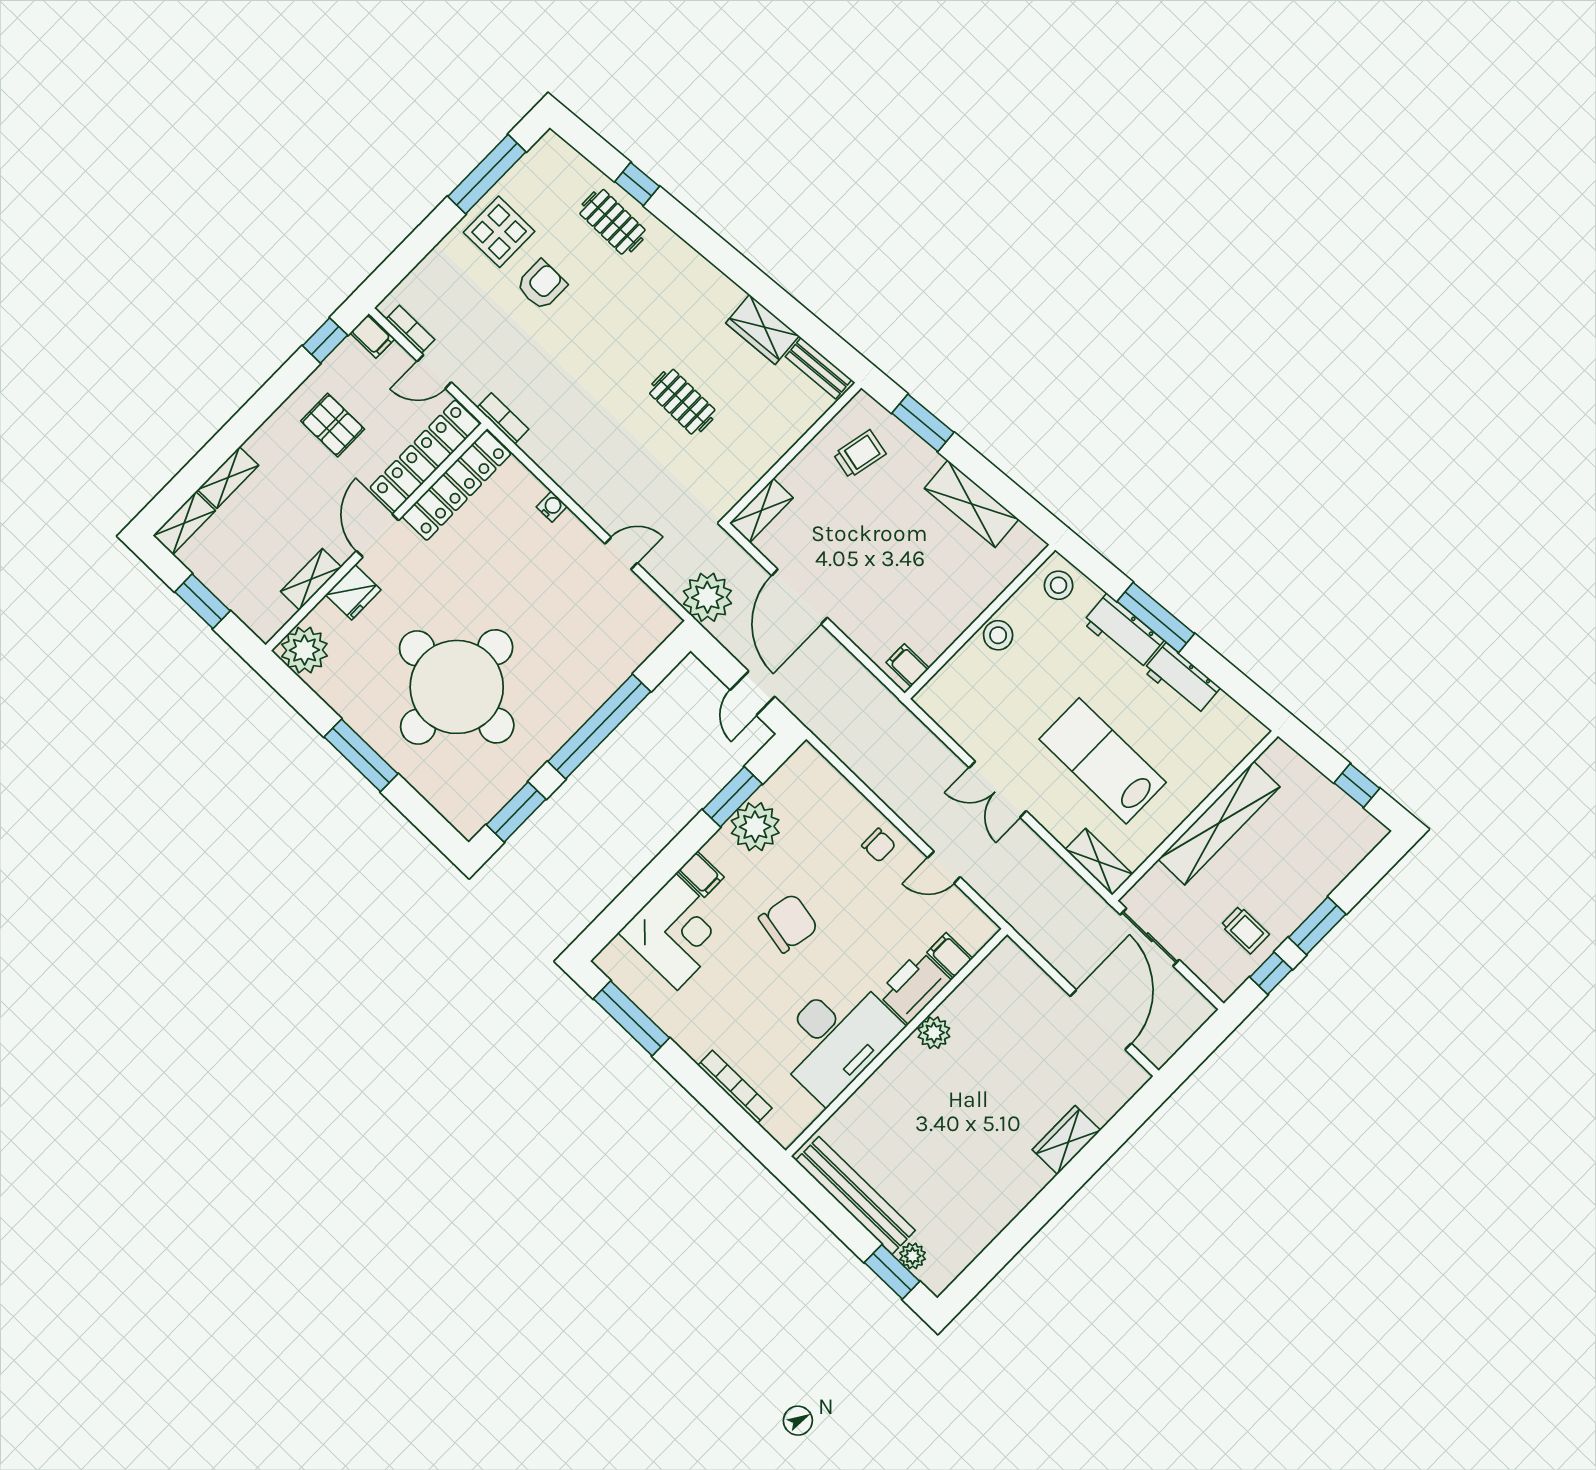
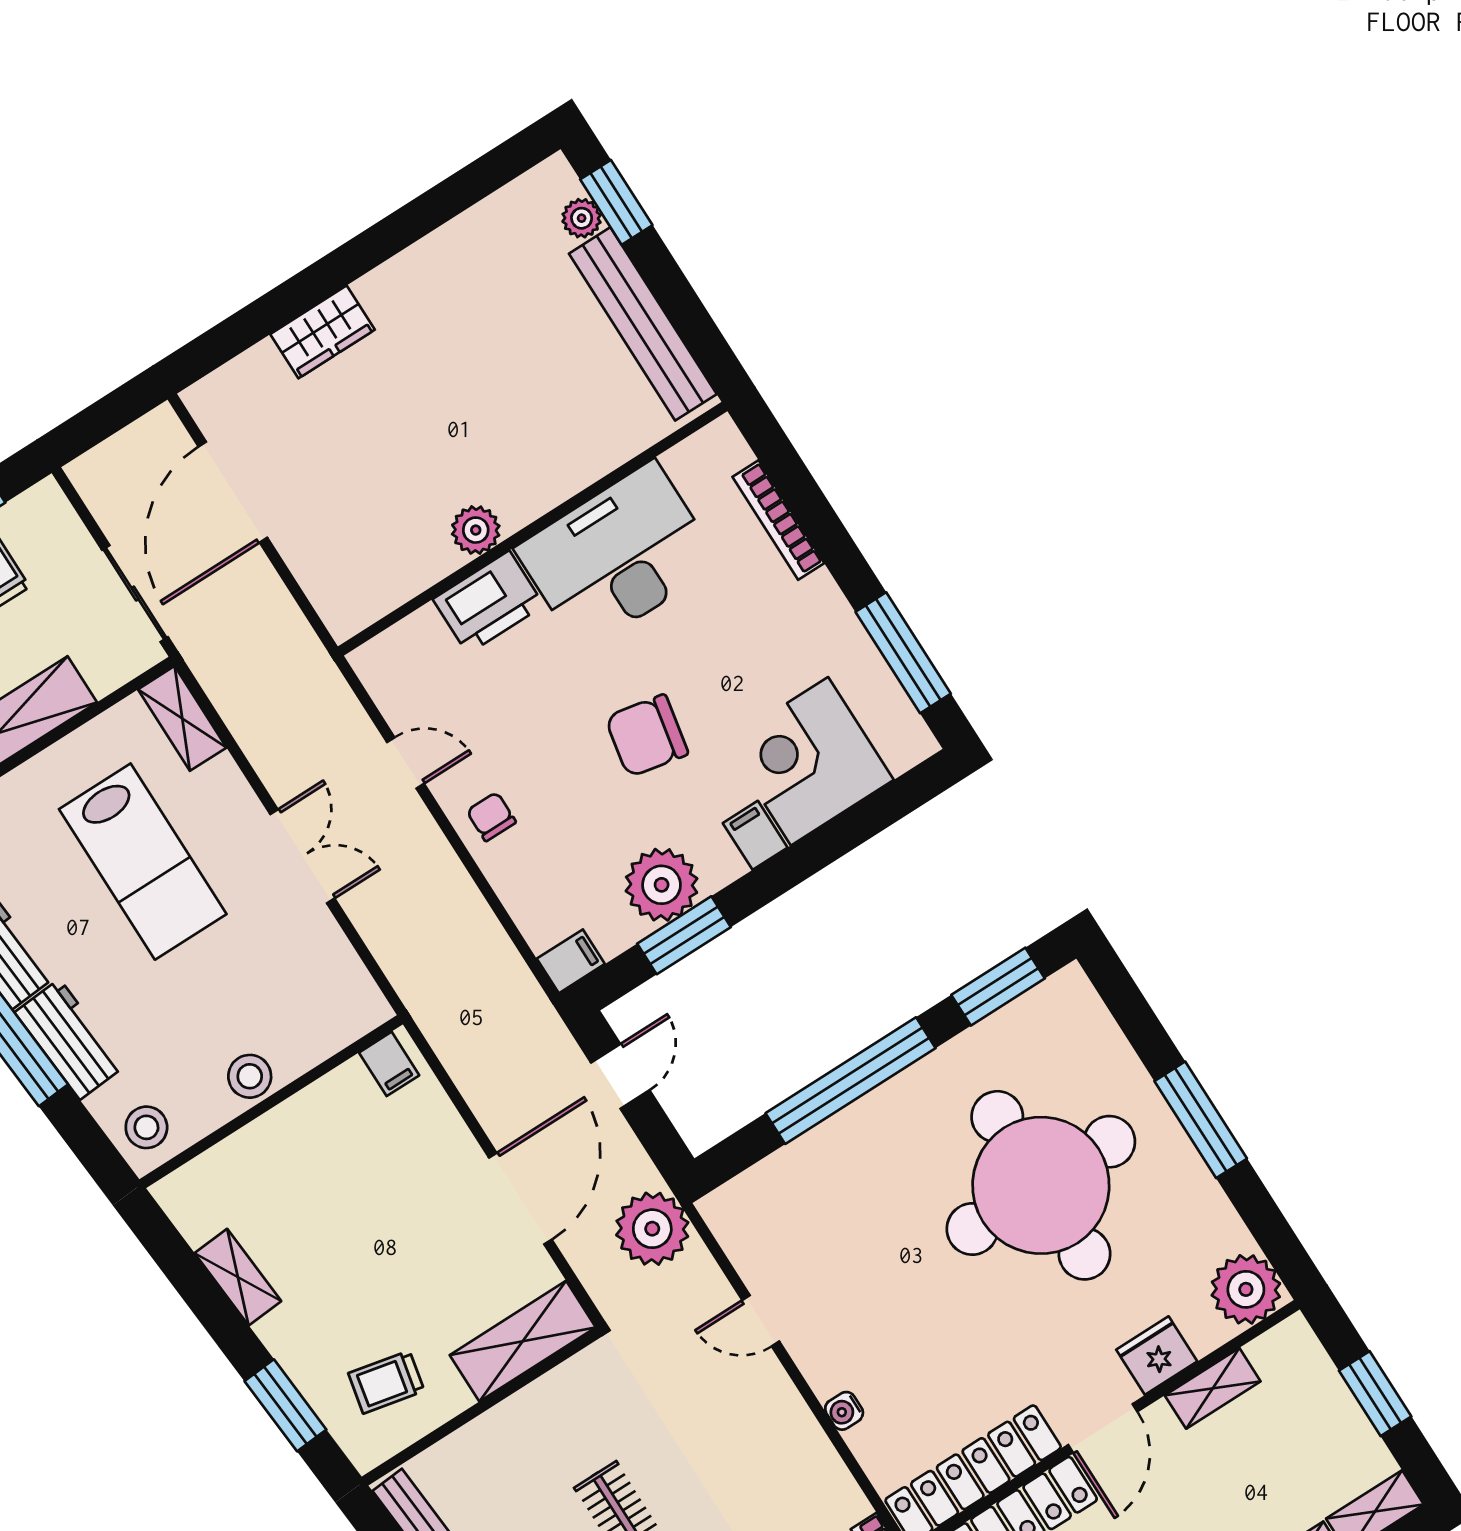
shelving: (972, 504) -> (238, 1277), width x0.67, depth x0.75
shelving: (761, 510) -> (523, 1341), width x1.50, depth x1.33
filing cabinet: (950, 955) -> (571, 961), moved, turned -90

